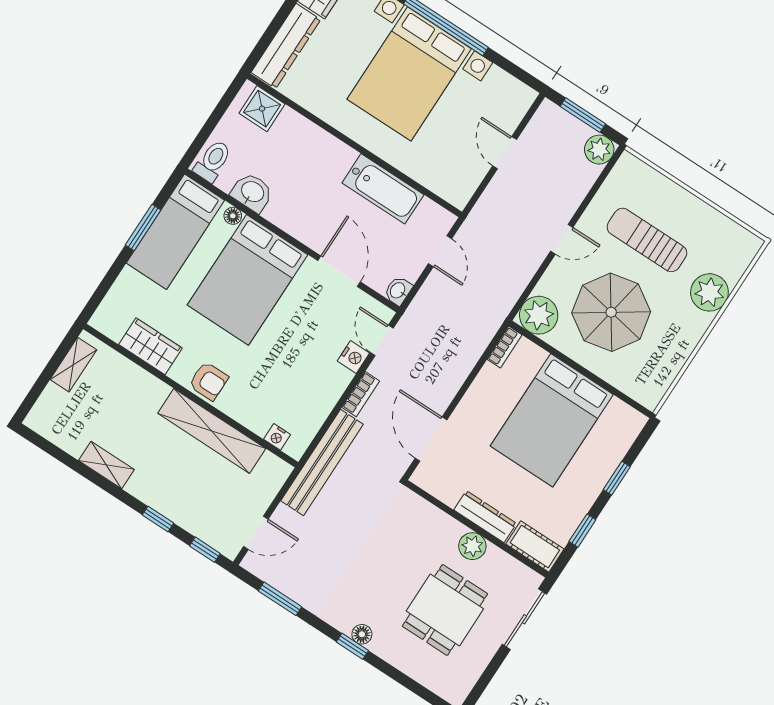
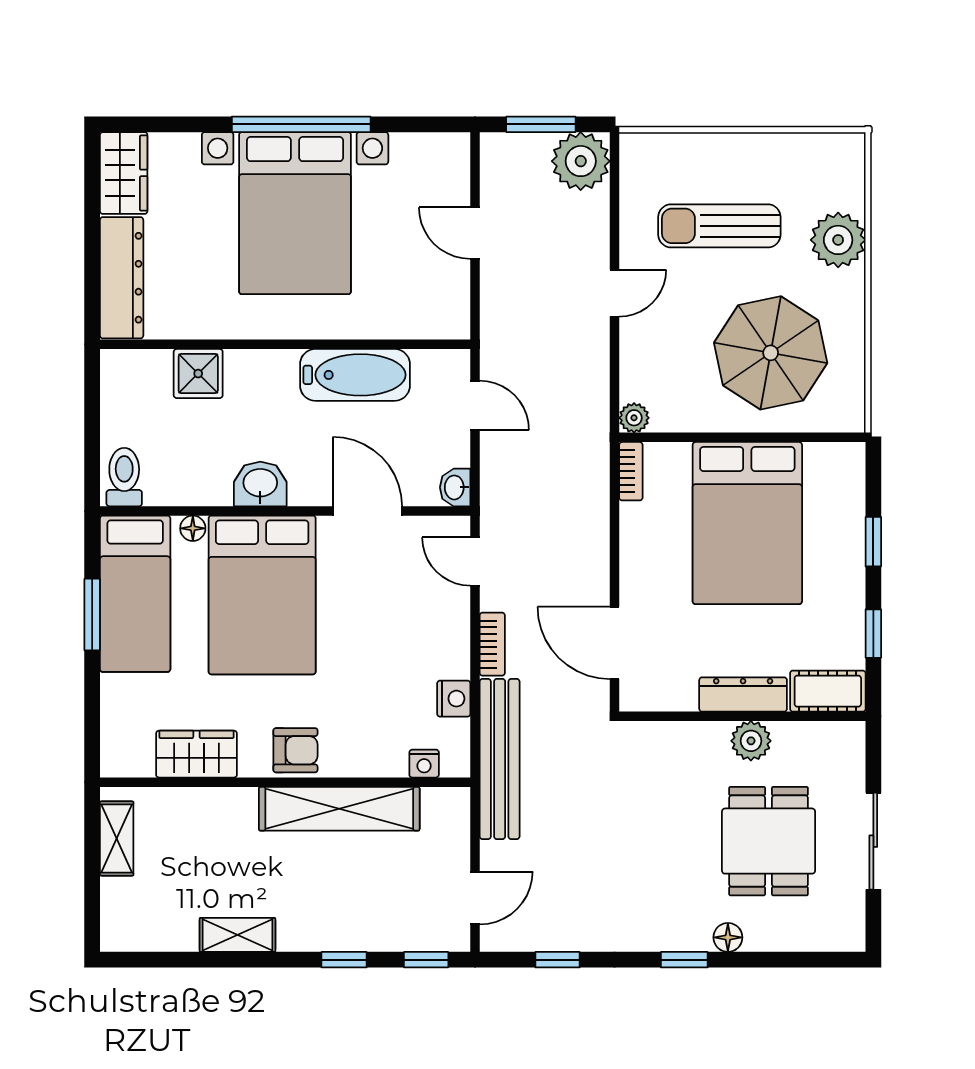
shower: (262, 109) -> (198, 374), moved
plant: (599, 150) -> (581, 161), width x1.36, depth x1.36
washbasin: (252, 192) -> (260, 484), moved
parasol: (611, 312) -> (771, 353), moved
plant: (539, 315) -> (634, 418), width x0.53, depth x0.53
nightstand: (353, 357) -> (454, 699), moved
window: (280, 599) -> (558, 960), width x0.67
sliding door: (524, 619) -> (873, 841), moved
floor lamp: (362, 634) -> (728, 937), moved

